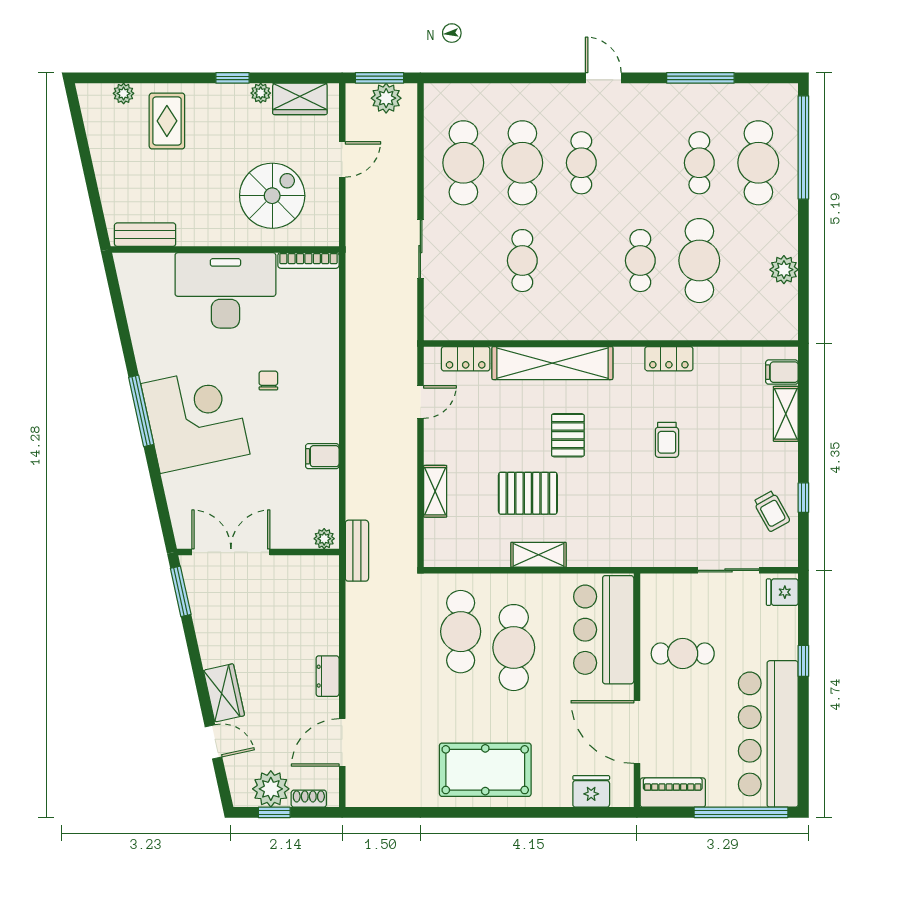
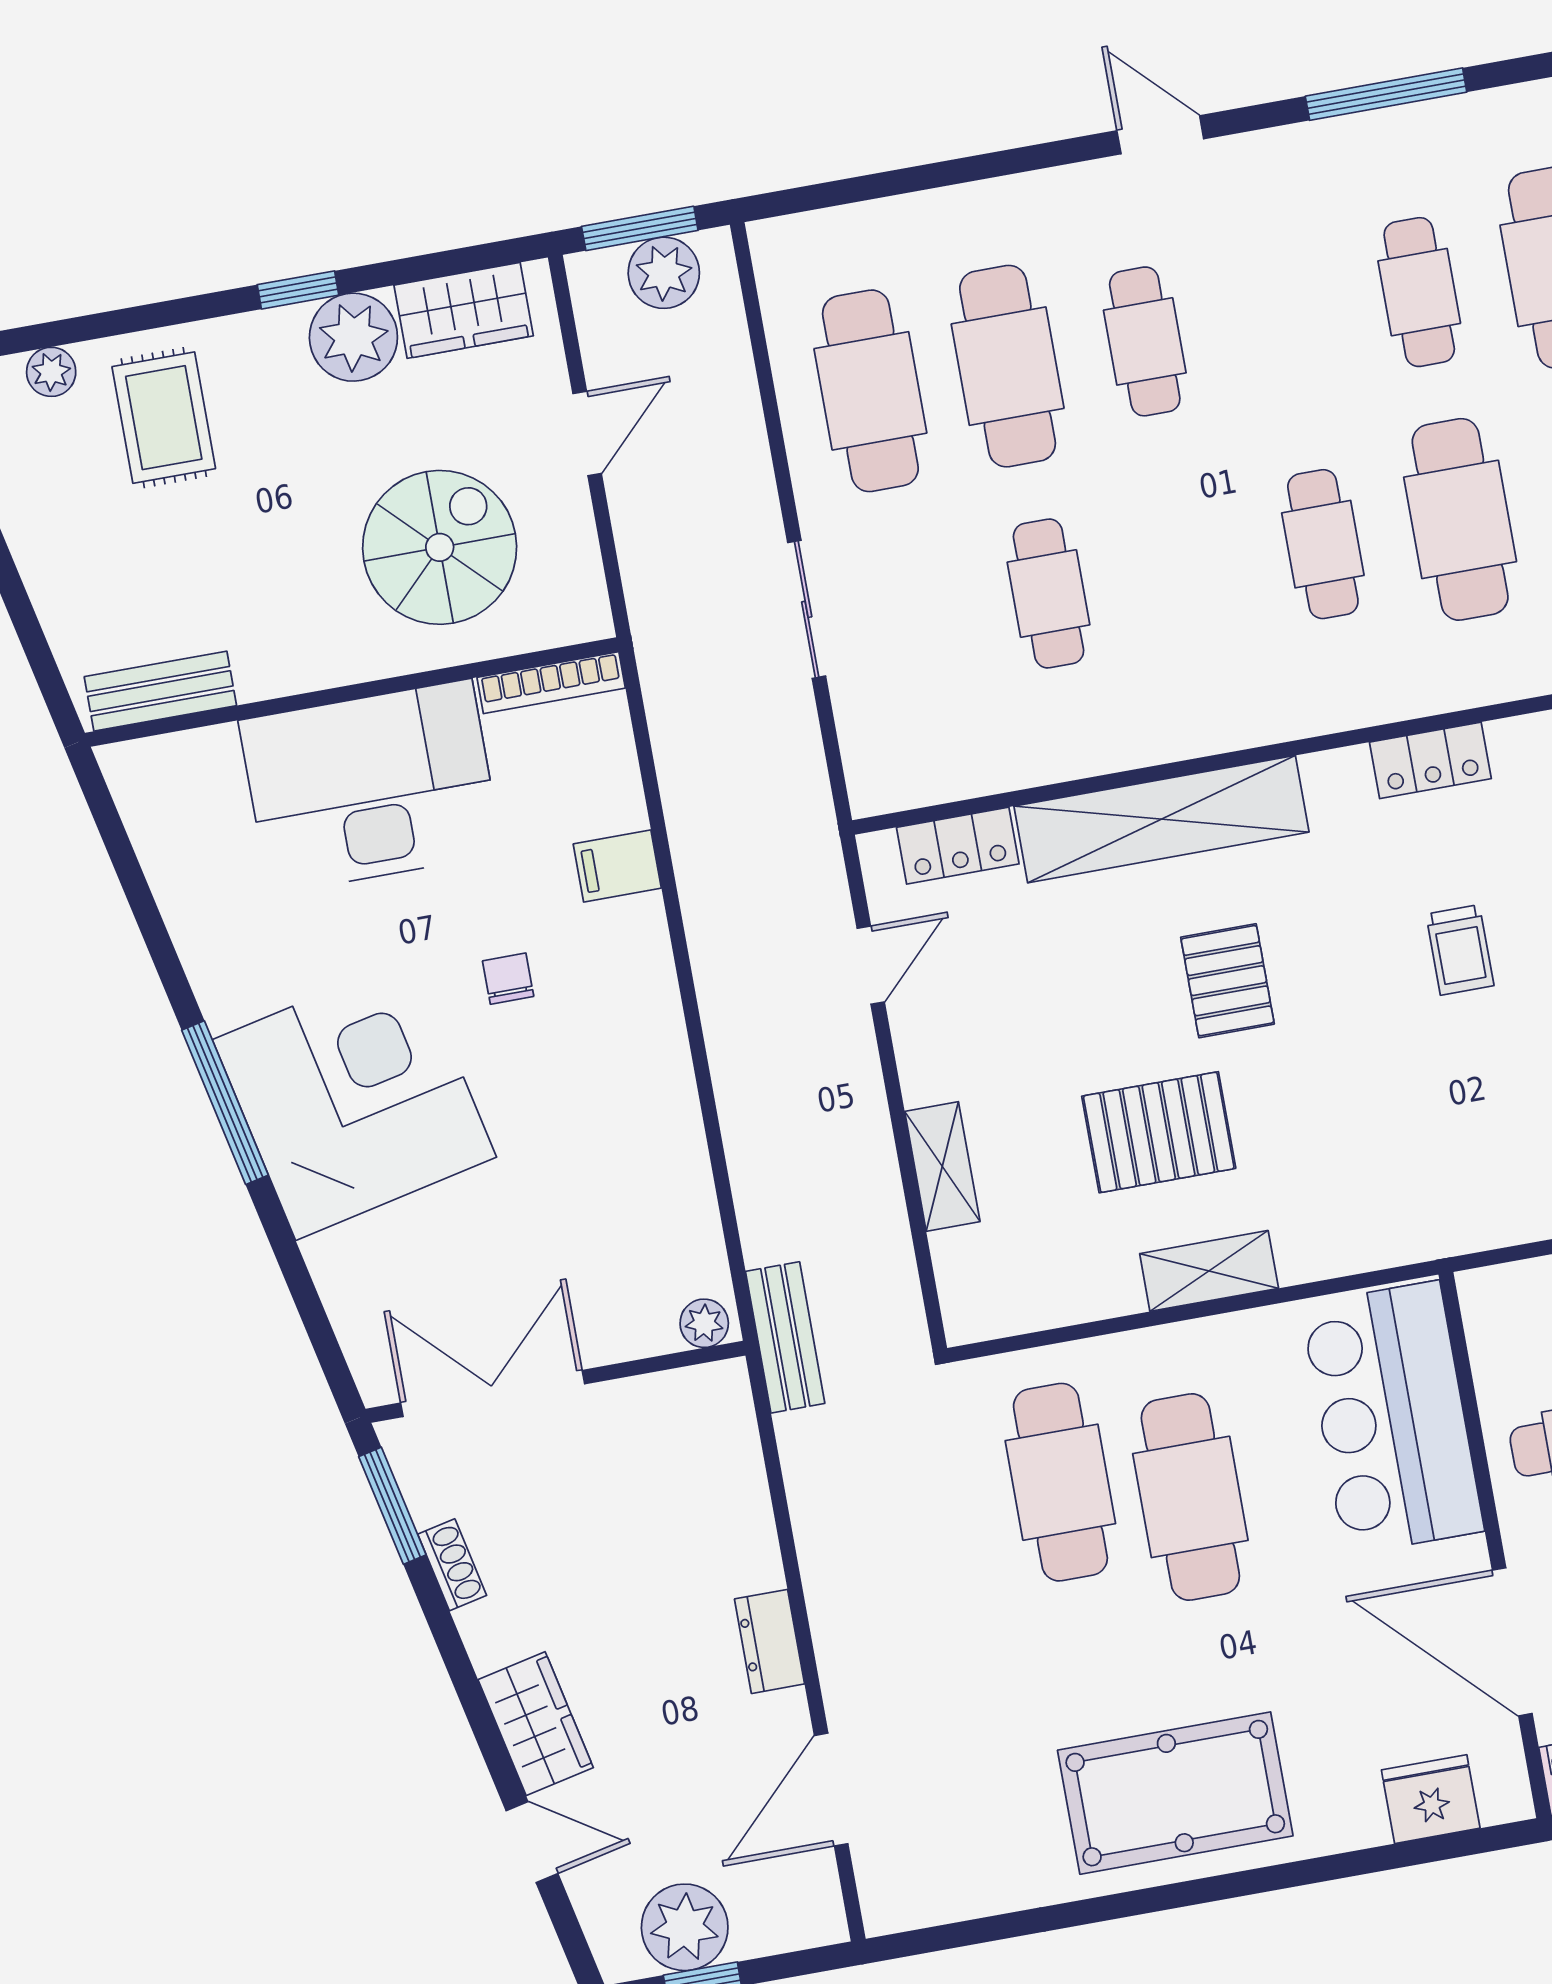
plant: (261, 93) -> (353, 337), width x1.87, depth x1.87
filing cabinet: (322, 456) -> (617, 866), moved
shoe rack: (309, 799) -> (452, 1565), moved, turned 78

